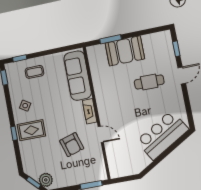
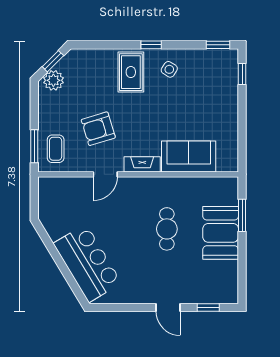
coffee table: (34, 72) -> (56, 149), moved
sofa: (78, 76) -> (189, 157), width x0.73
cafe table: (149, 82) -> (167, 229), moved
window: (14, 133) -> (151, 45), moved

